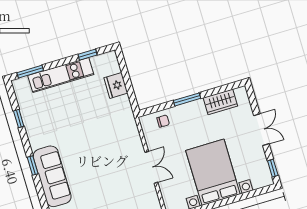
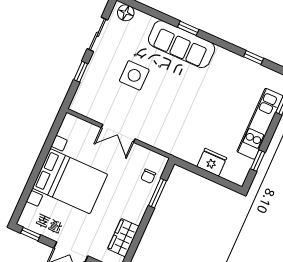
window: (187, 99) -> (157, 193), moved
window: (33, 166) -> (188, 28), moved
side table: (102, 190) -> (134, 75), added

